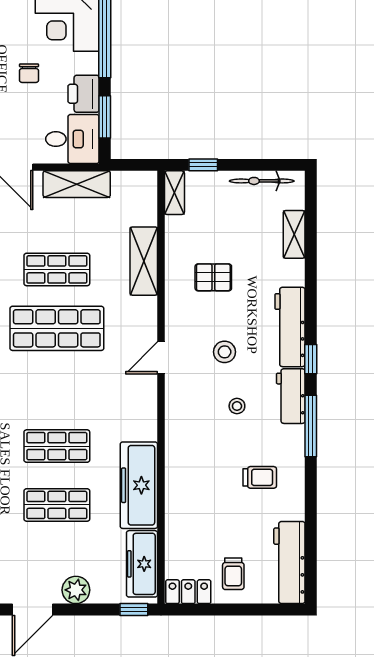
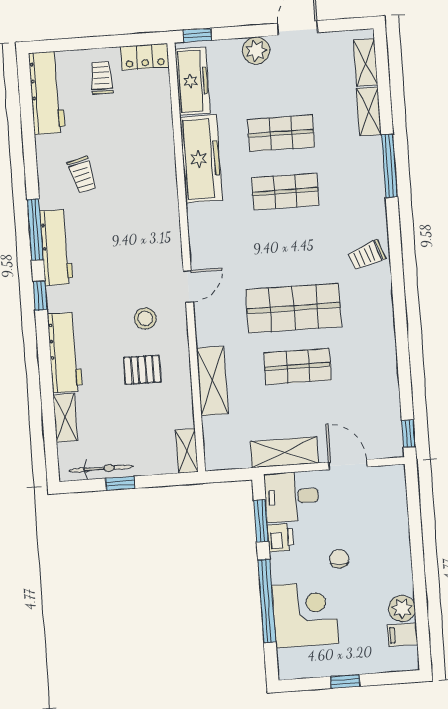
printer: (84, 94) -> (280, 538), width x0.73, depth x0.81
window: (203, 165) -> (120, 483), moved
workbench: (290, 327) -> (65, 353), moved
stool: (225, 352) -> (145, 318), moved
workbench: (291, 396) -> (56, 248), width x1.38
stool: (237, 406) -> (110, 244), removed
trolley: (260, 477) -> (82, 175), turned -104

